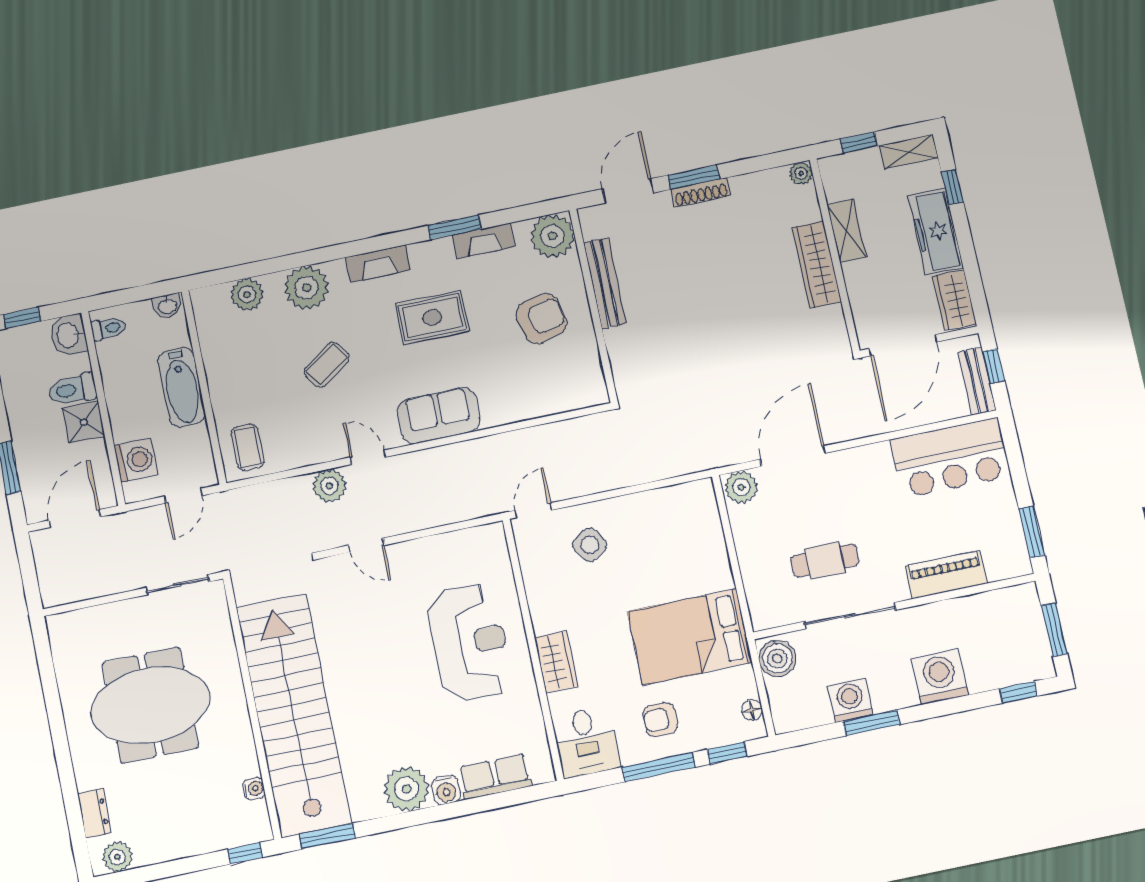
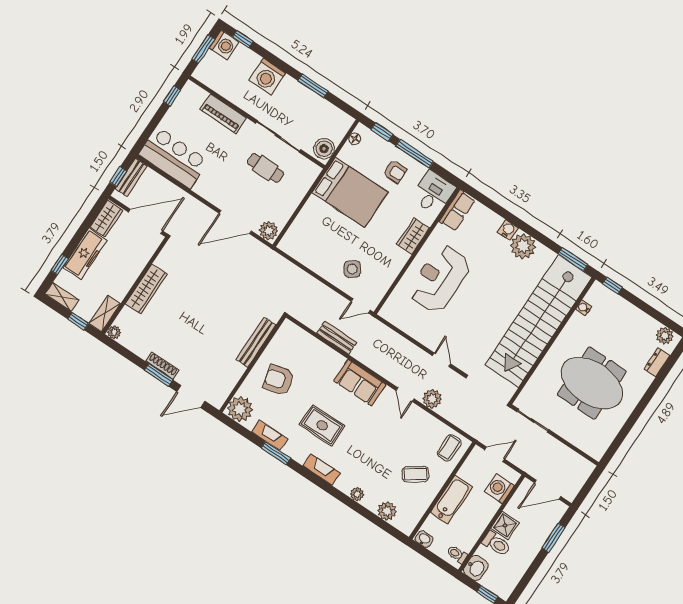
shelving: (847, 231) -> (105, 313), moved
bench: (605, 283) -> (256, 342), moved
plant: (306, 288) -> (357, 494), width x0.53, depth x0.53
coffee table: (327, 365) -> (415, 474), moved
bench: (523, 441) -> (337, 338), added
window: (1032, 532) -> (172, 96), width x0.67
washing machine: (850, 700) -> (224, 45), moved, turned -90
row of seats: (495, 777) -> (457, 211), moved, turned -90

